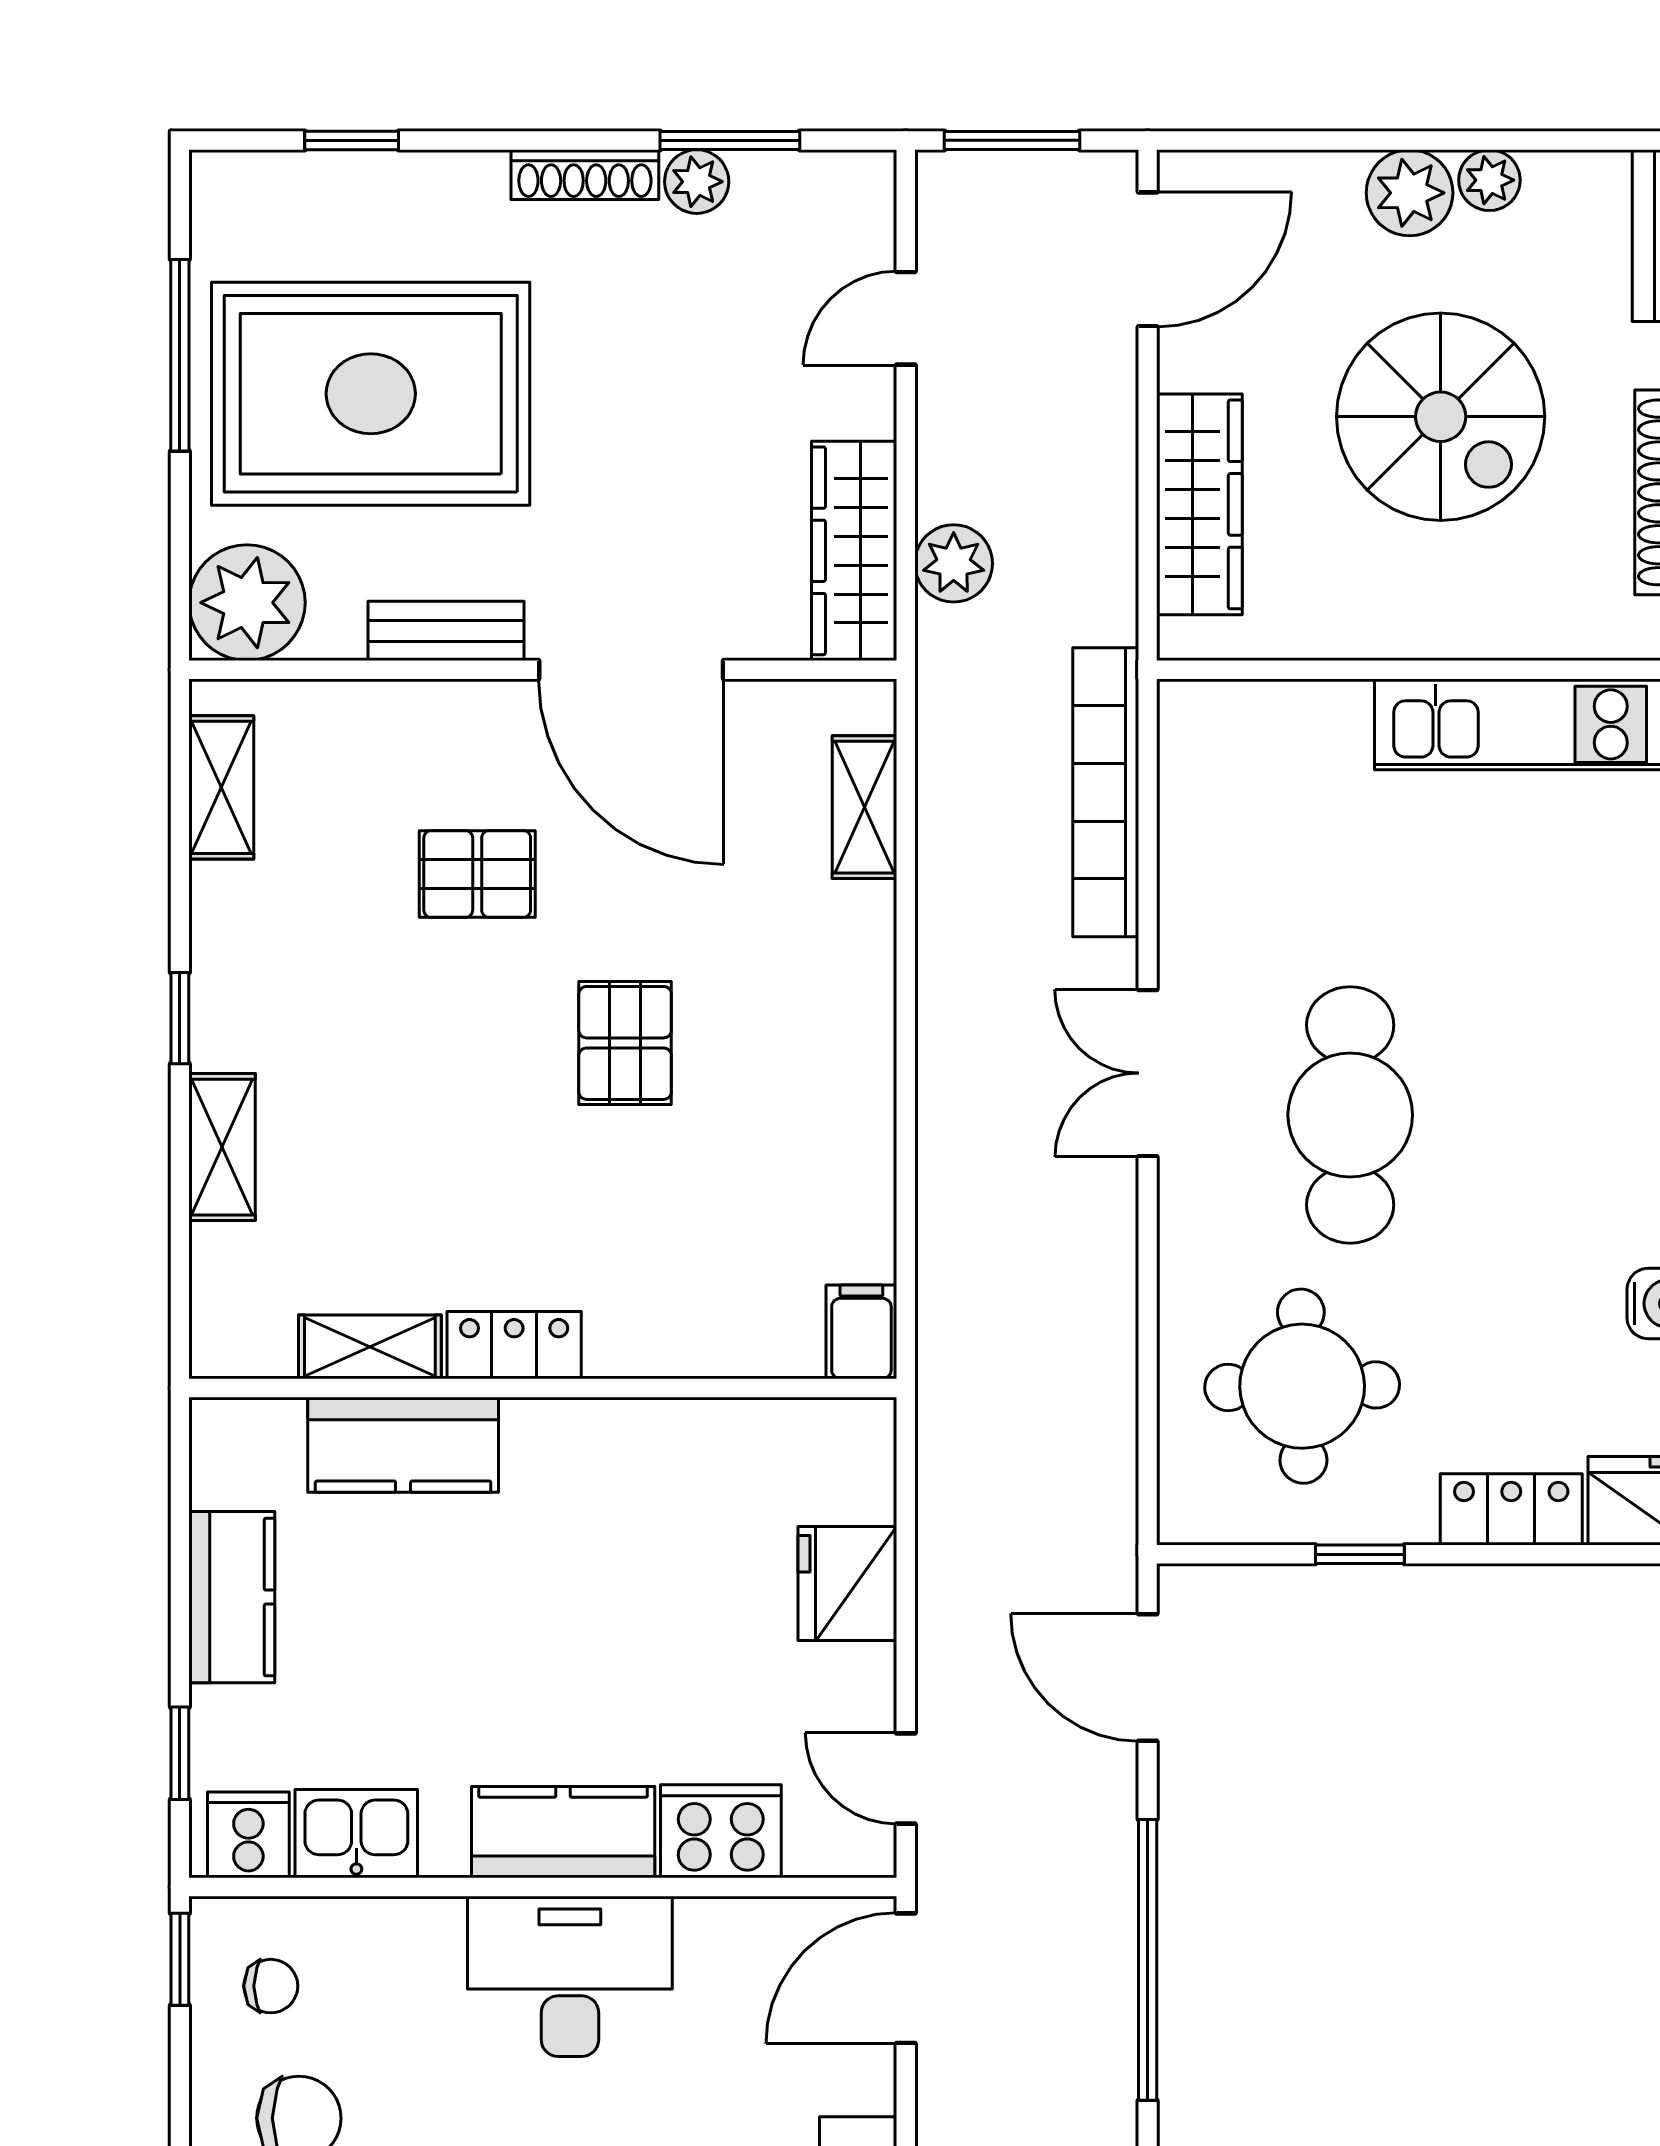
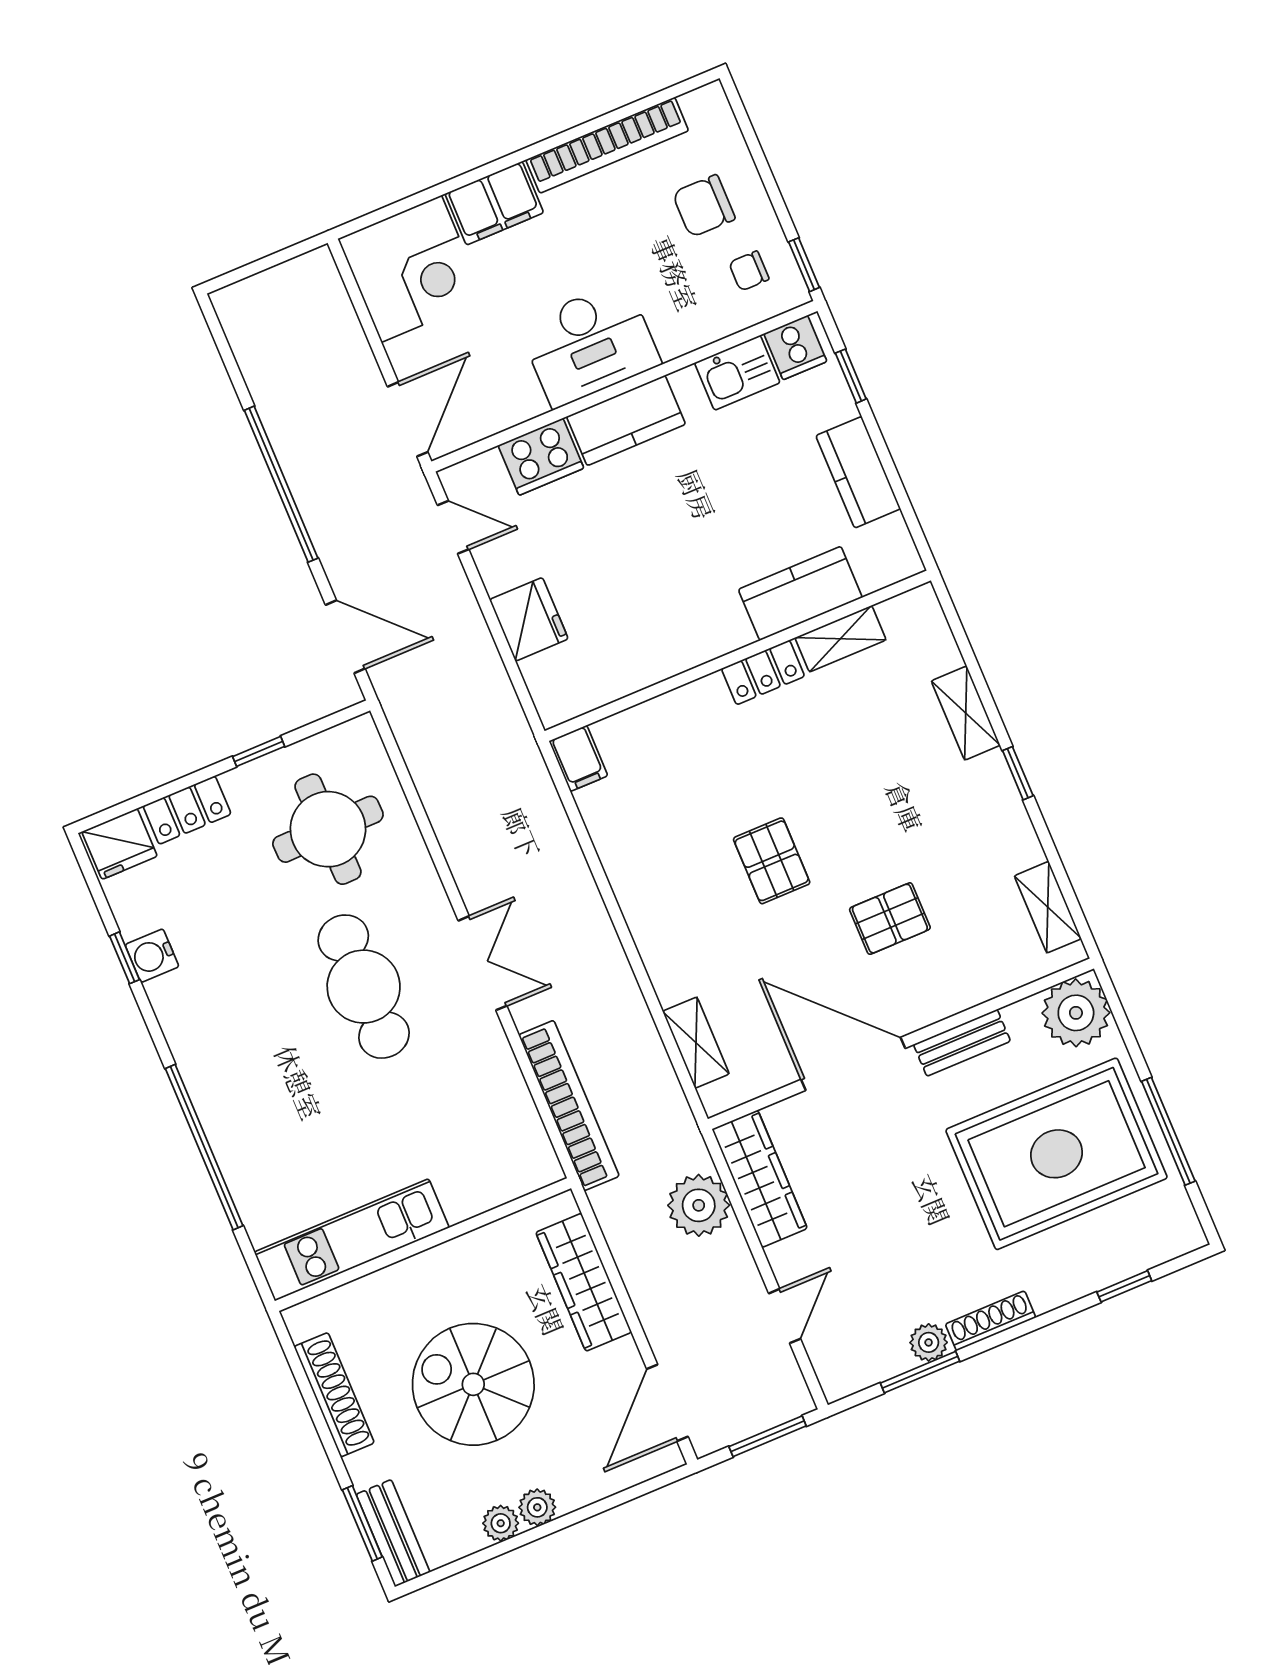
plant: (1410, 193) -> (537, 1507), width x0.73, depth x0.73
plant: (954, 563) -> (699, 1205), width x1.36, depth x1.36

